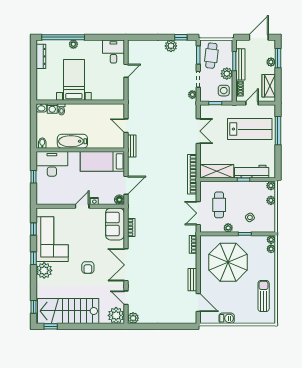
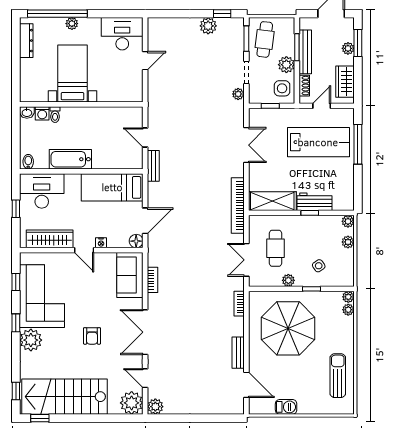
desk: (113, 52) -> (122, 34), width x1.37
workbench: (252, 172) -> (315, 202), width x0.73
wardrobe: (58, 198) -> (50, 239), added
door: (82, 206) -> (84, 250), swing flipped

